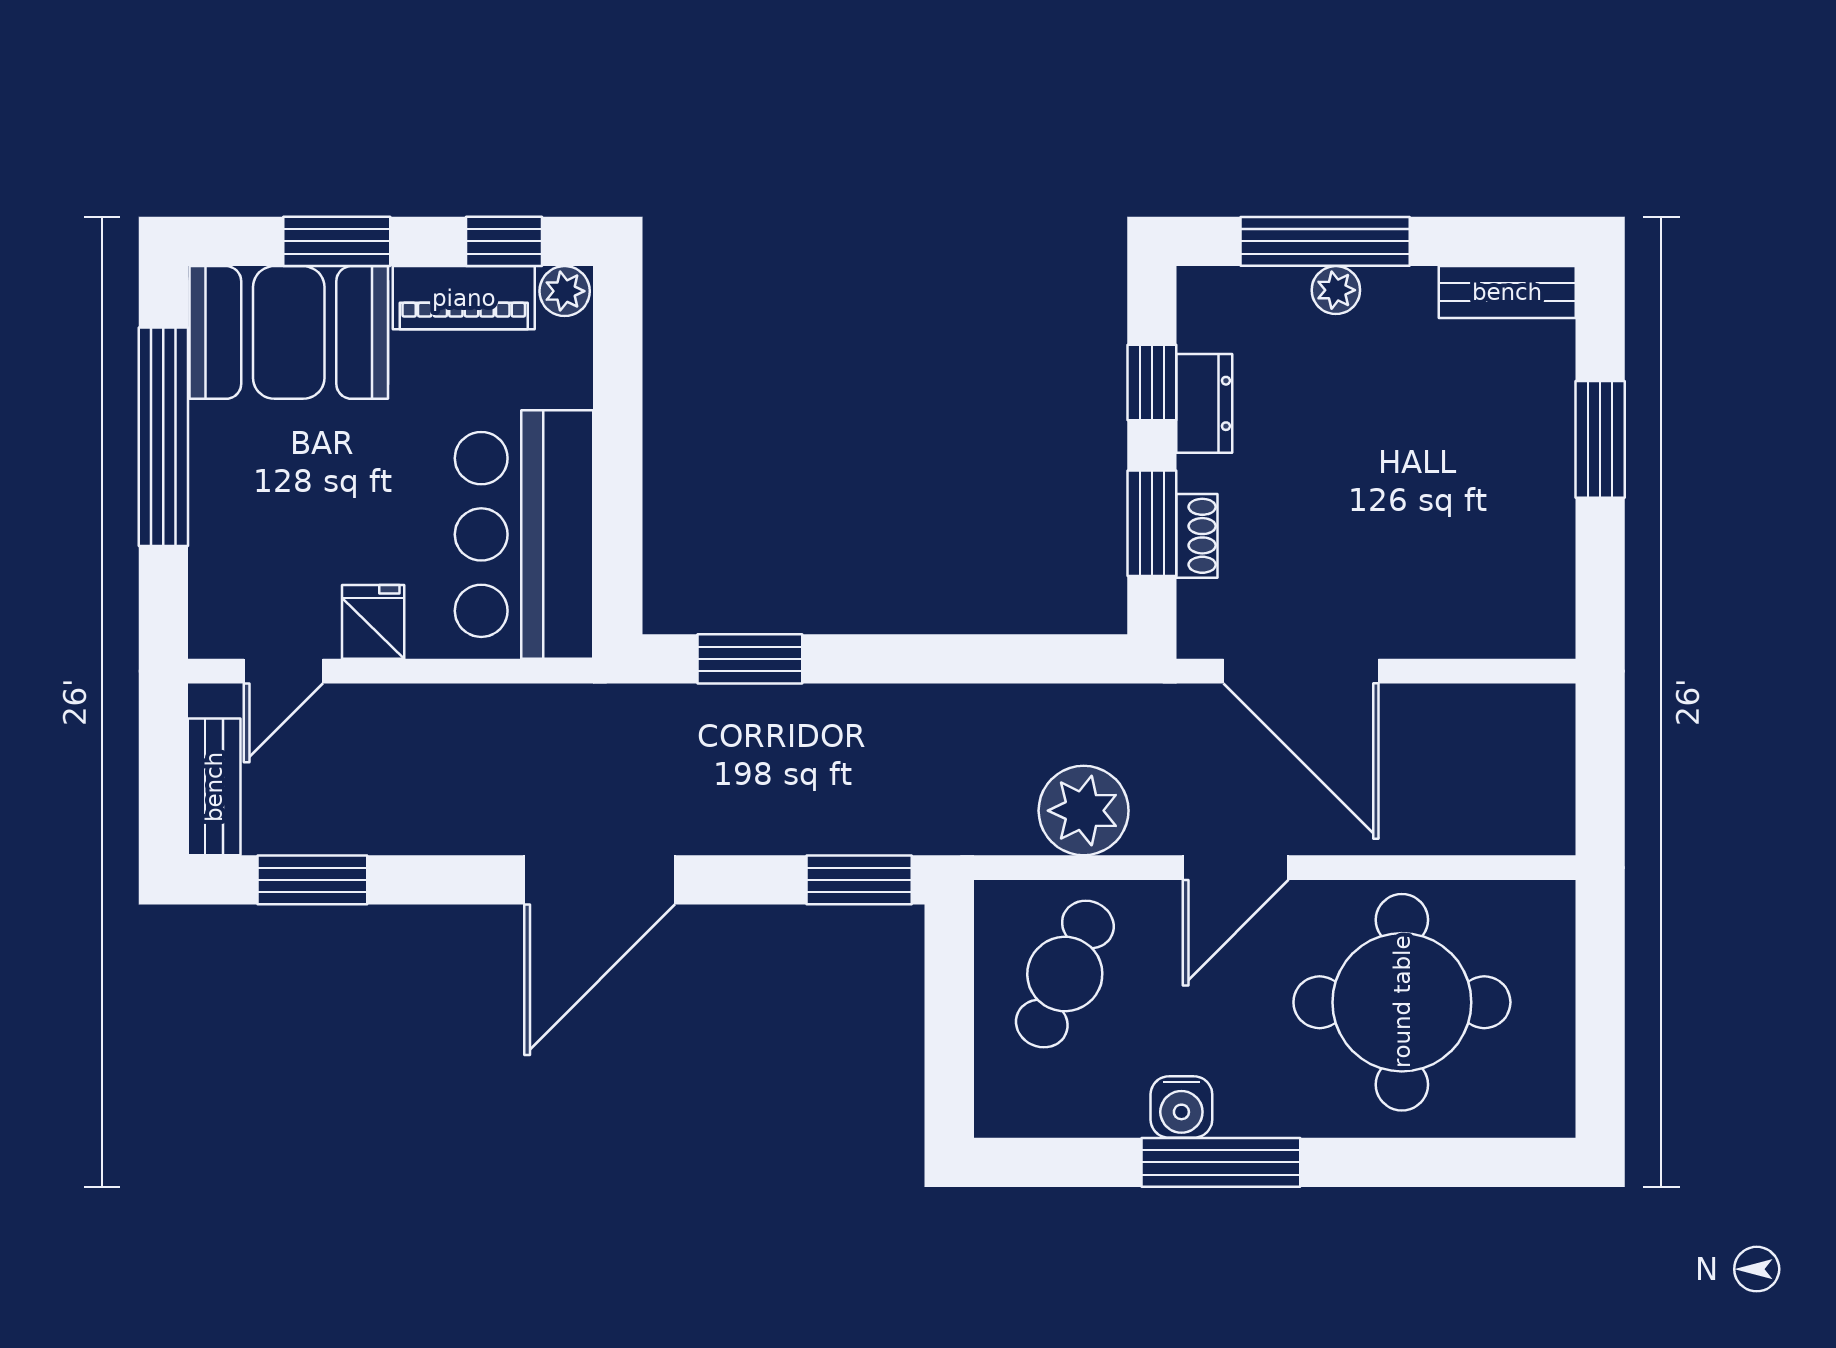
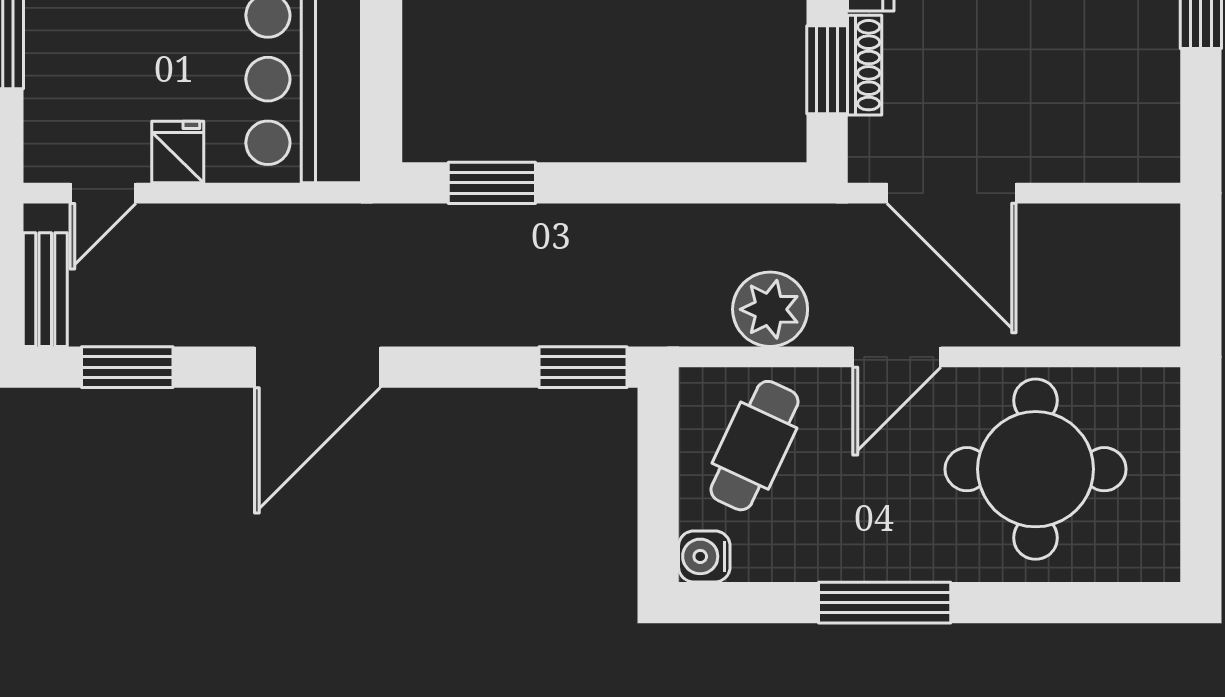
shoe rack: (1197, 536) -> (865, 65), width x1.43
door: (600, 880) -> (317, 367), moved
water cooler: (1181, 1107) -> (704, 556), moved, turned 90

